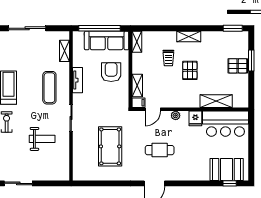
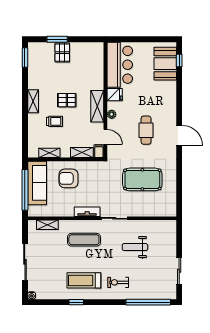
shelving: (137, 42) -> (49, 153), moved
tv unit: (78, 80) -> (87, 212), moved
shelving: (216, 101) -> (97, 106), moved
weight bench: (42, 139) -> (135, 247), turned -90

